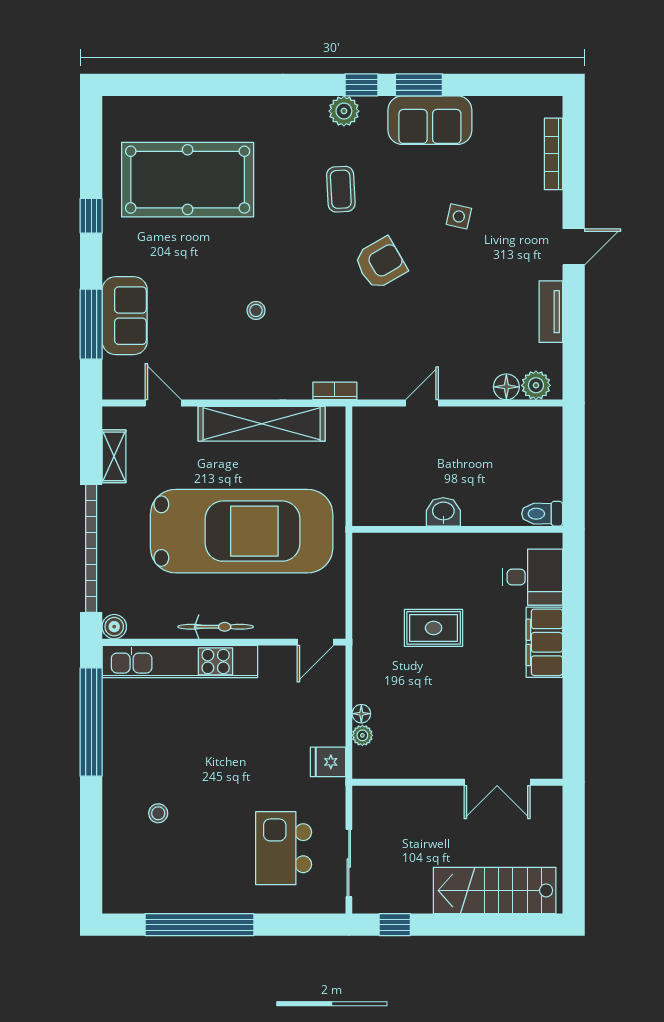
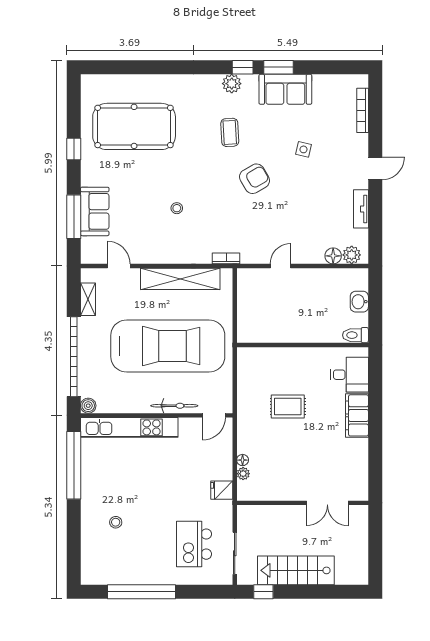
washbasin: (443, 512) -> (359, 302), moved, turned -90
bicycle: (216, 627) -> (174, 406), moved
stairs: (495, 890) -> (296, 570), moved

